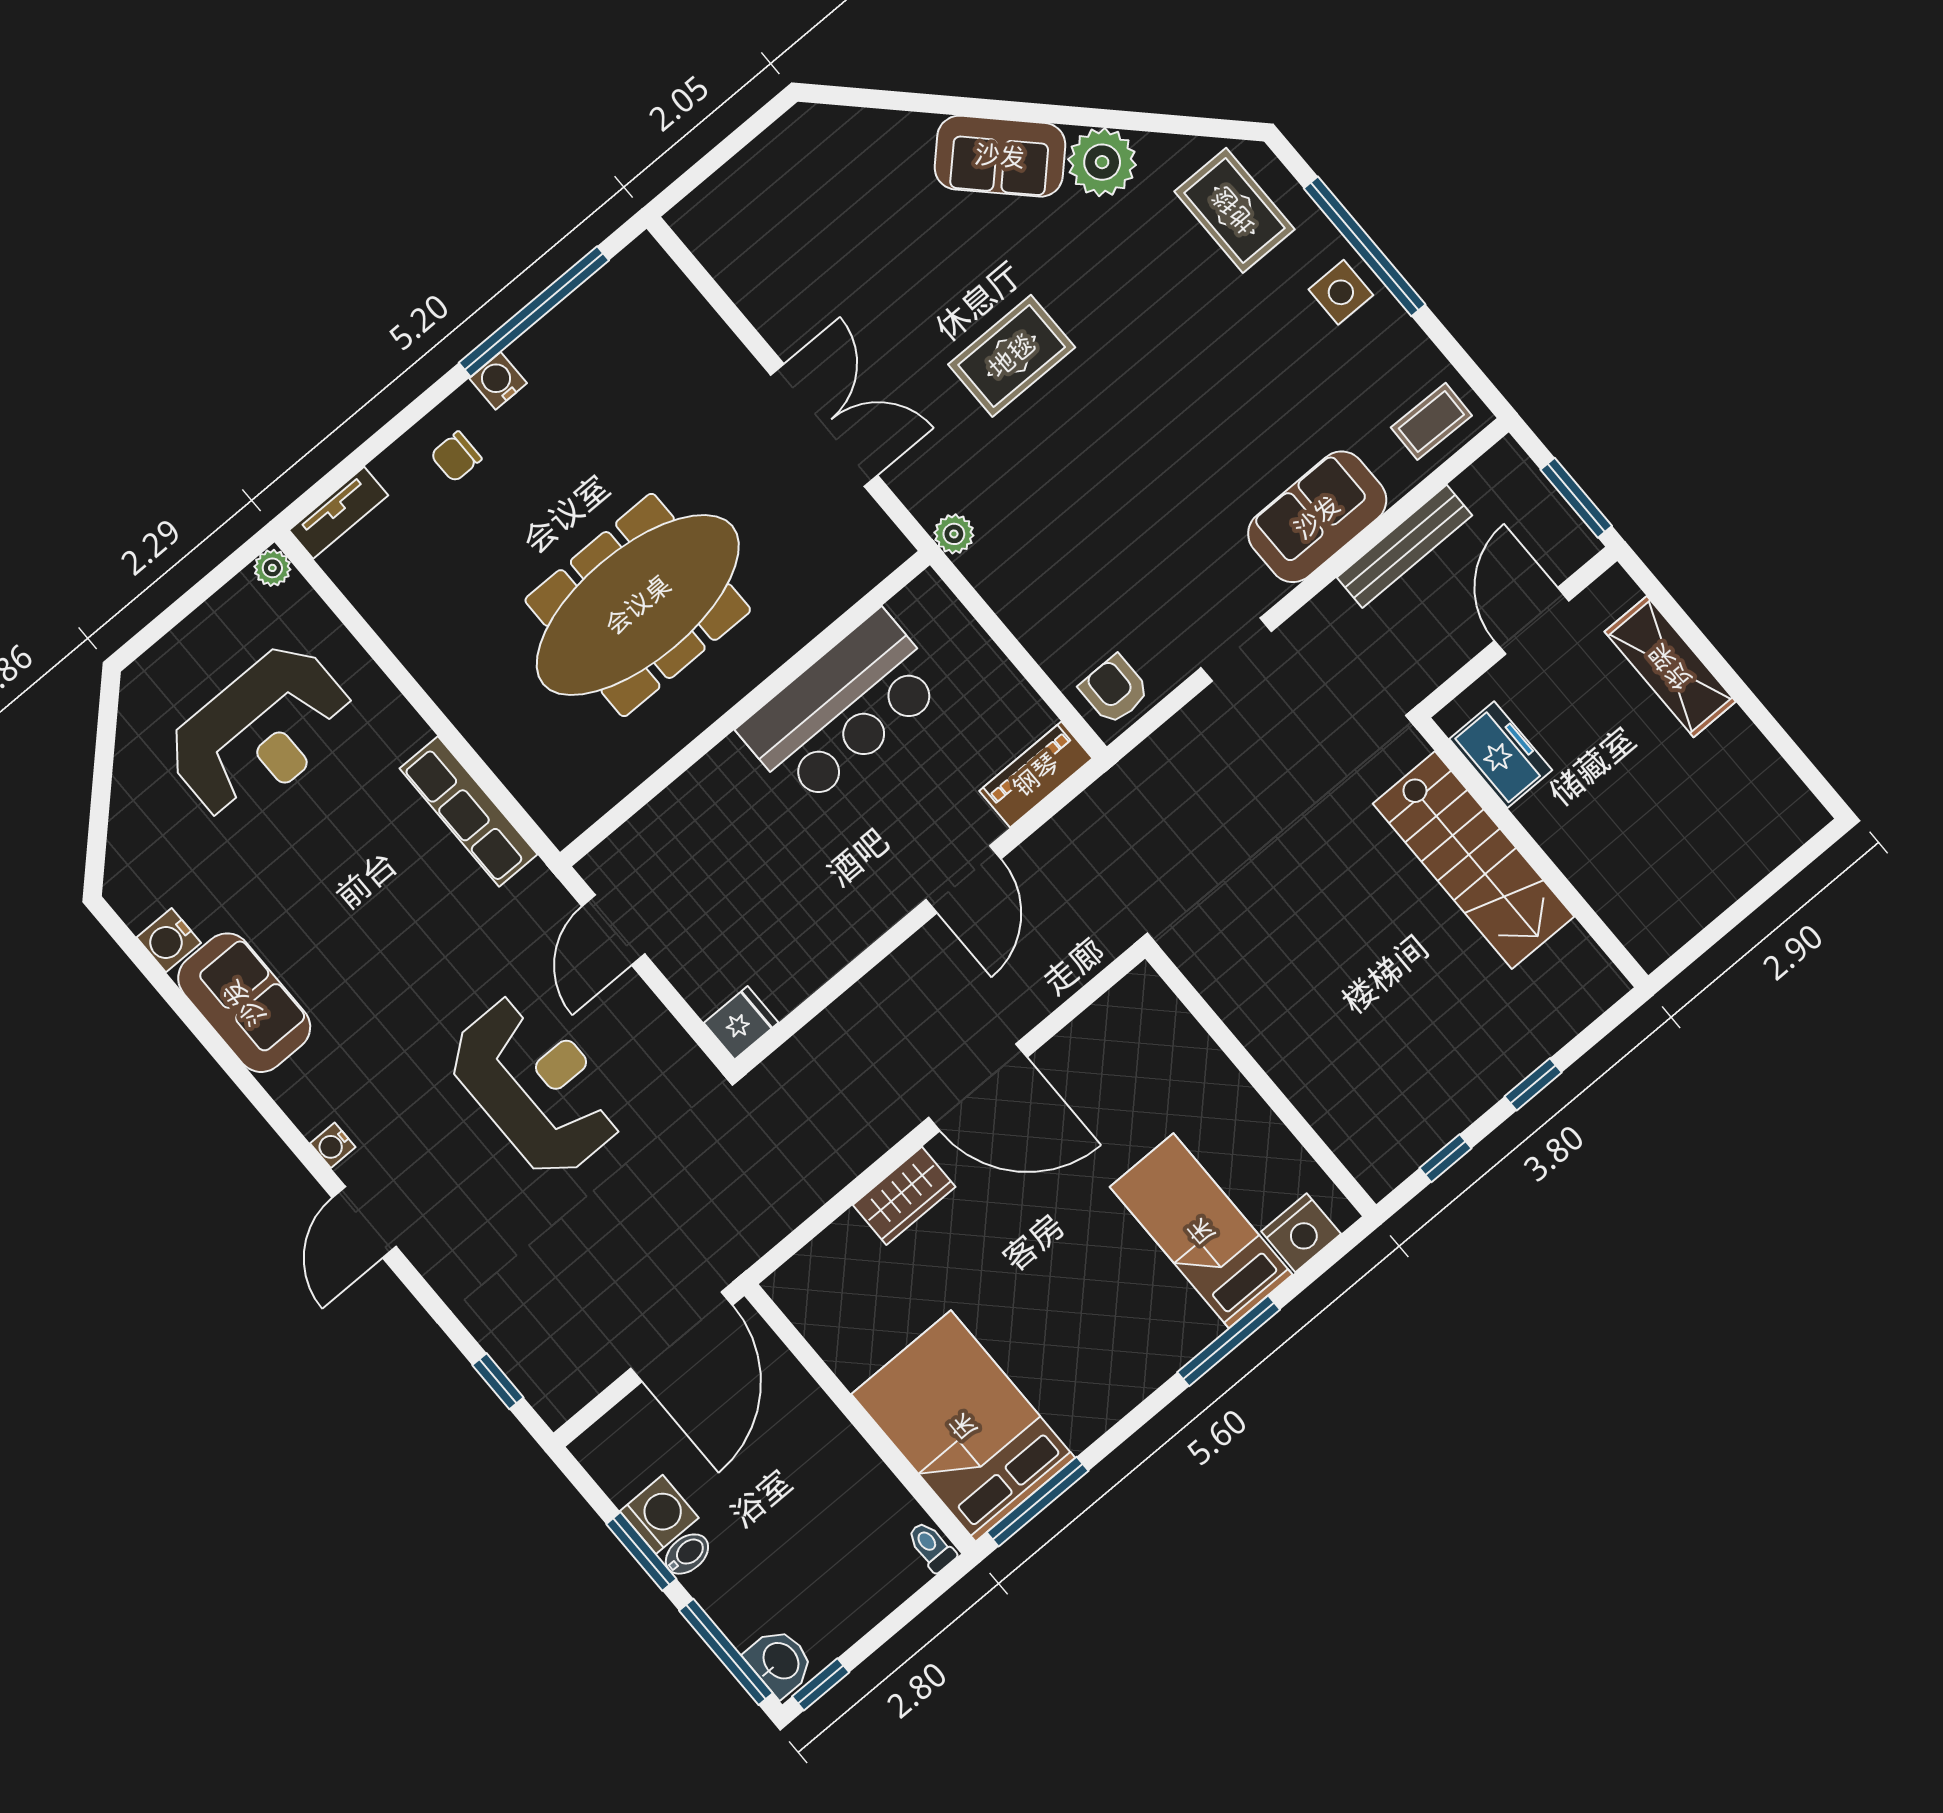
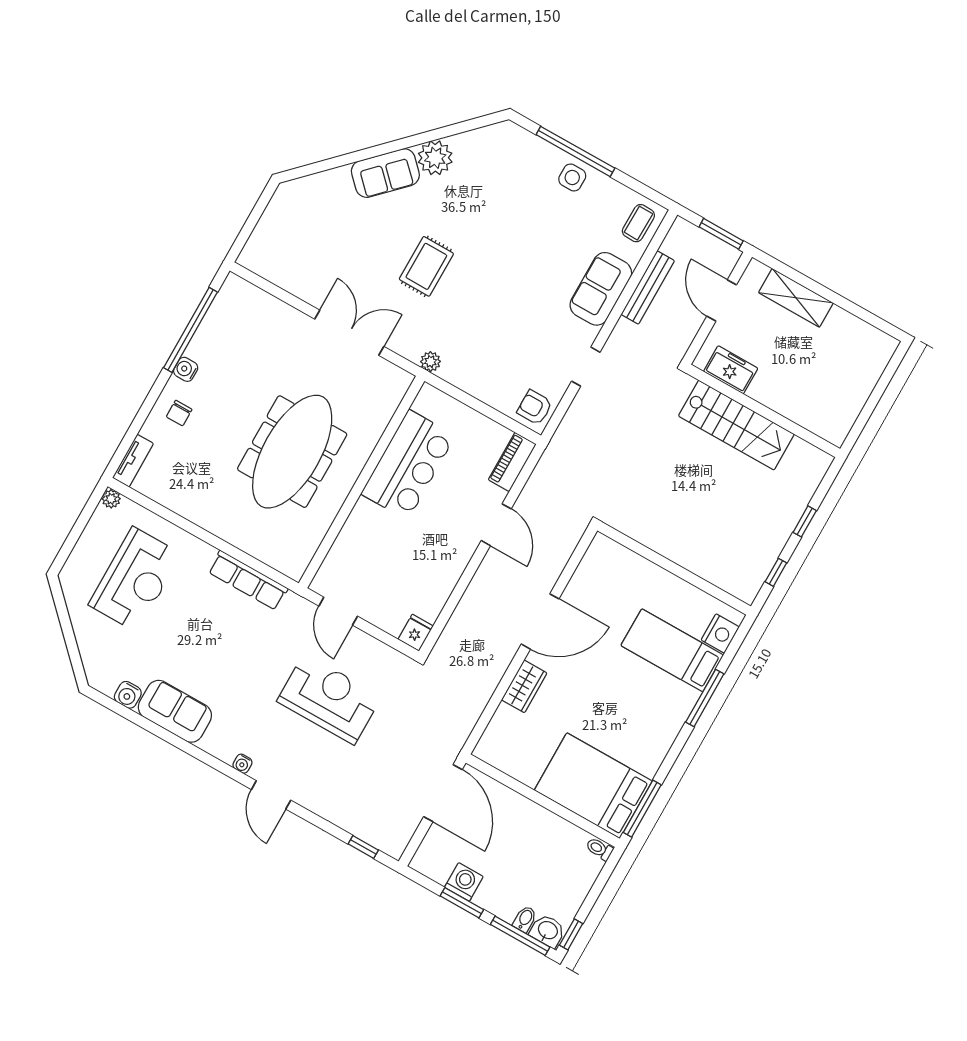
rug: (1234, 210) -> (507, 157), removed
bidet: (687, 1554) -> (525, 919), moved

